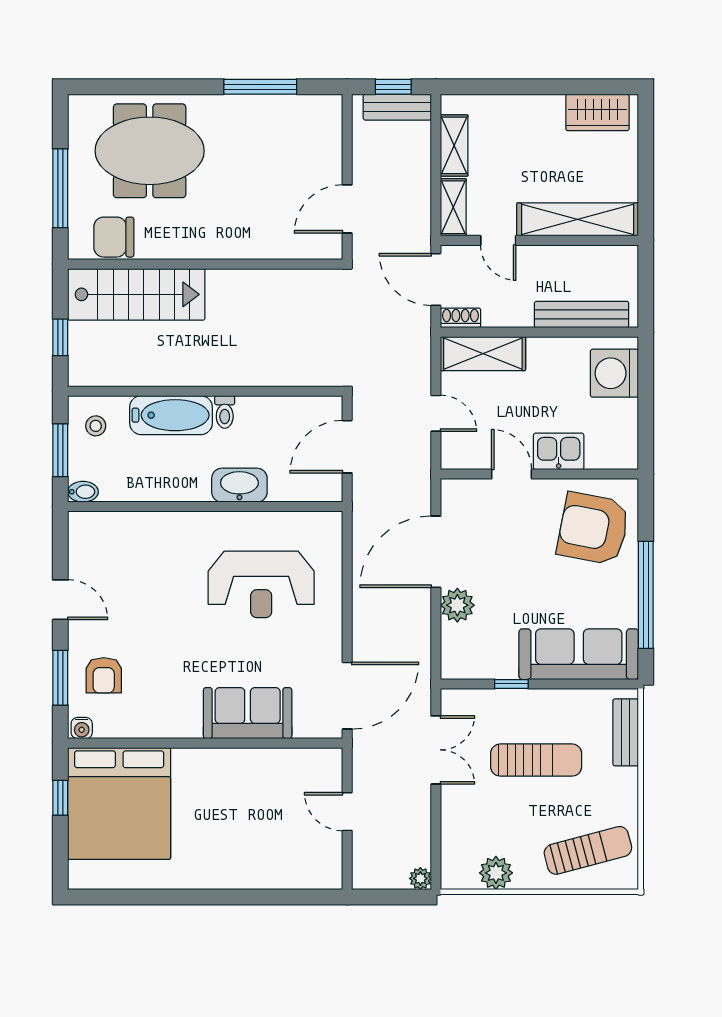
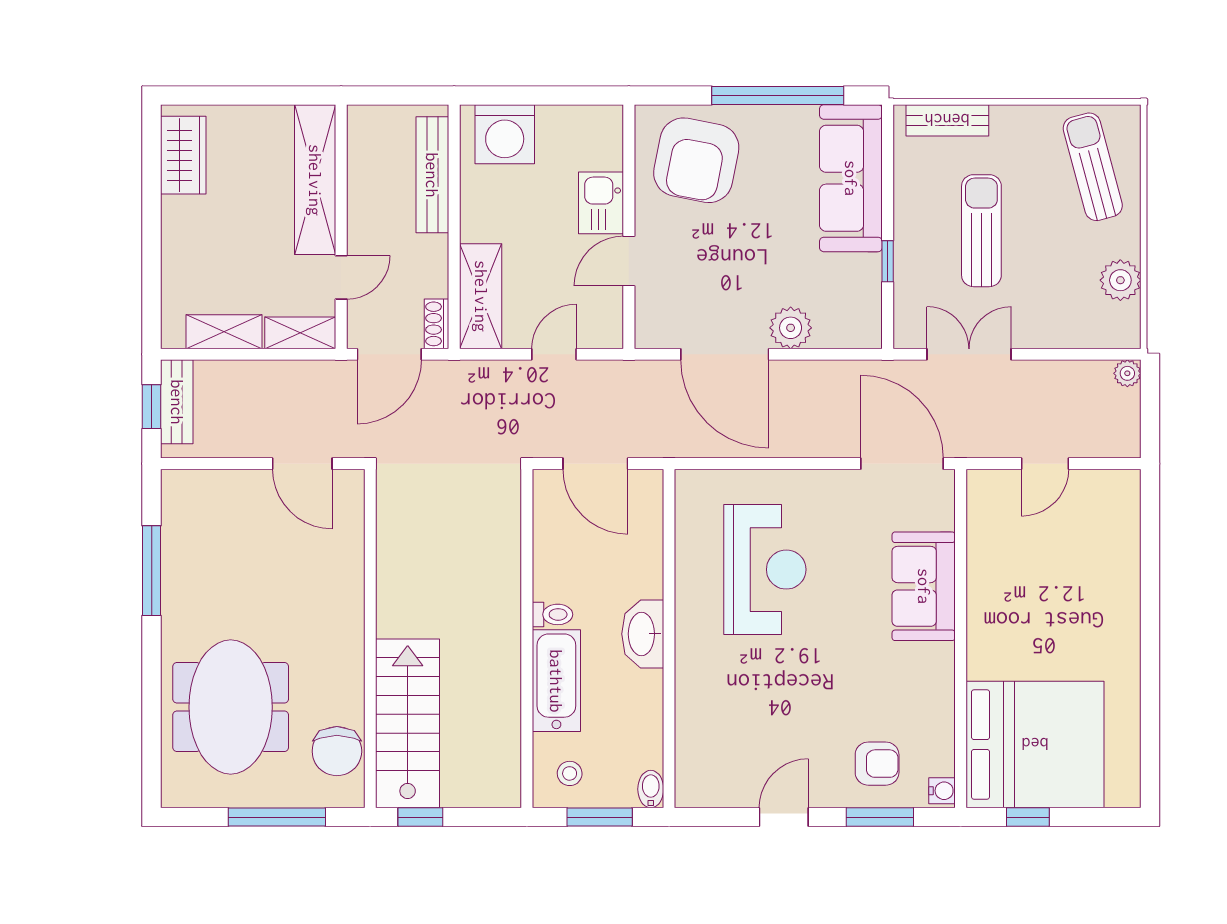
window: (60, 337) -> (420, 817), moved
washbasin: (239, 485) -> (643, 634), moved

